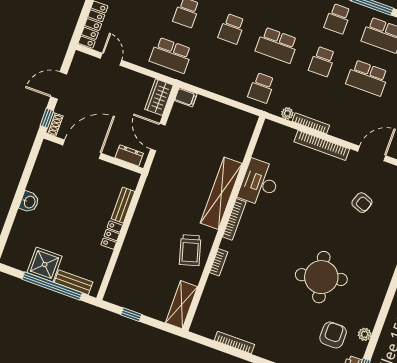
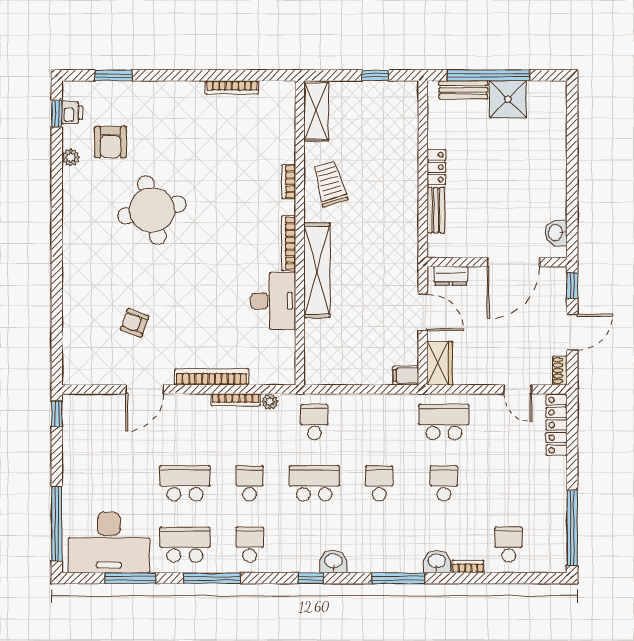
shoe rack: (54, 124) -> (560, 371), moved
washbasin: (29, 202) -> (556, 233), moved

